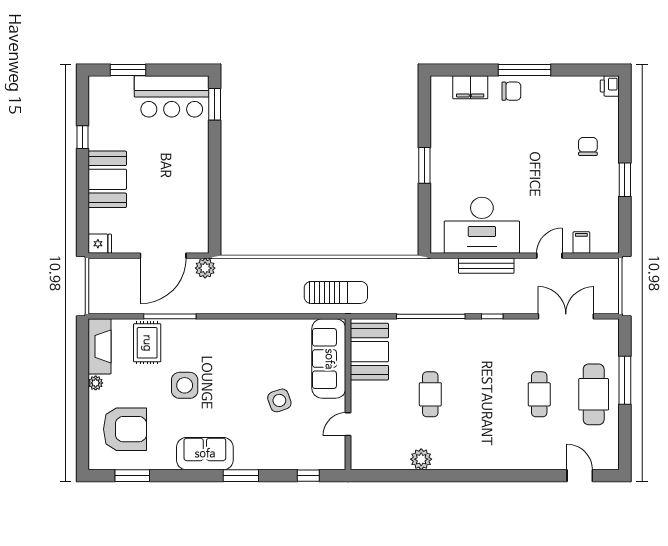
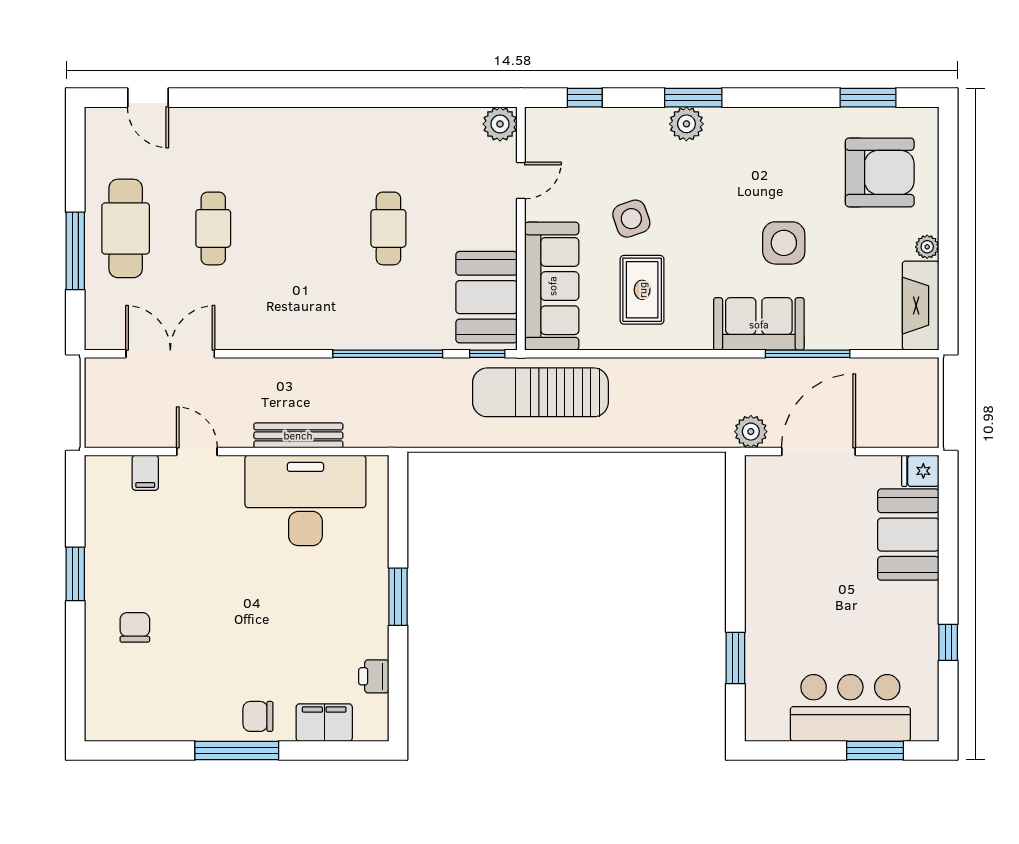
printer: (610, 86) -> (374, 676), moved, turned 180
bar counter: (172, 96) -> (850, 708), moved
window: (215, 104) -> (735, 658), moved
chair: (588, 146) -> (135, 627), turned 180
booth: (107, 179) -> (908, 535), moved
door: (549, 256) -> (197, 452), swing flipped
sun lounger: (336, 292) -> (540, 392), width x1.36, depth x1.34
window: (492, 316) -> (487, 354), moved
double door: (566, 316) -> (170, 354), swing flipped
rug: (147, 343) -> (642, 290), moved
armchair: (125, 429) -> (880, 172), turned 180
sofa: (205, 454) -> (759, 324), moved, turned 180
plant: (245, 459) -> (686, 124), added
plant: (421, 459) -> (500, 124), moved

